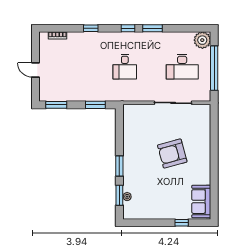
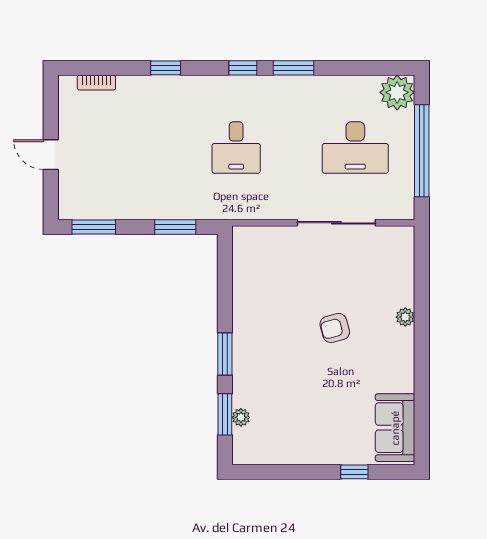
plant: (206, 148) -> (405, 317), added
armchair: (172, 154) -> (335, 328), width x0.53, depth x0.53

